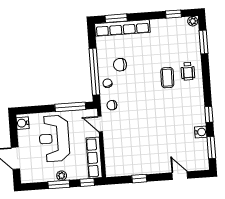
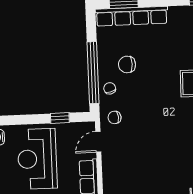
window: (70, 107) -> (60, 118), width x0.46
door: (100, 124) -> (98, 142), hinge flipped

